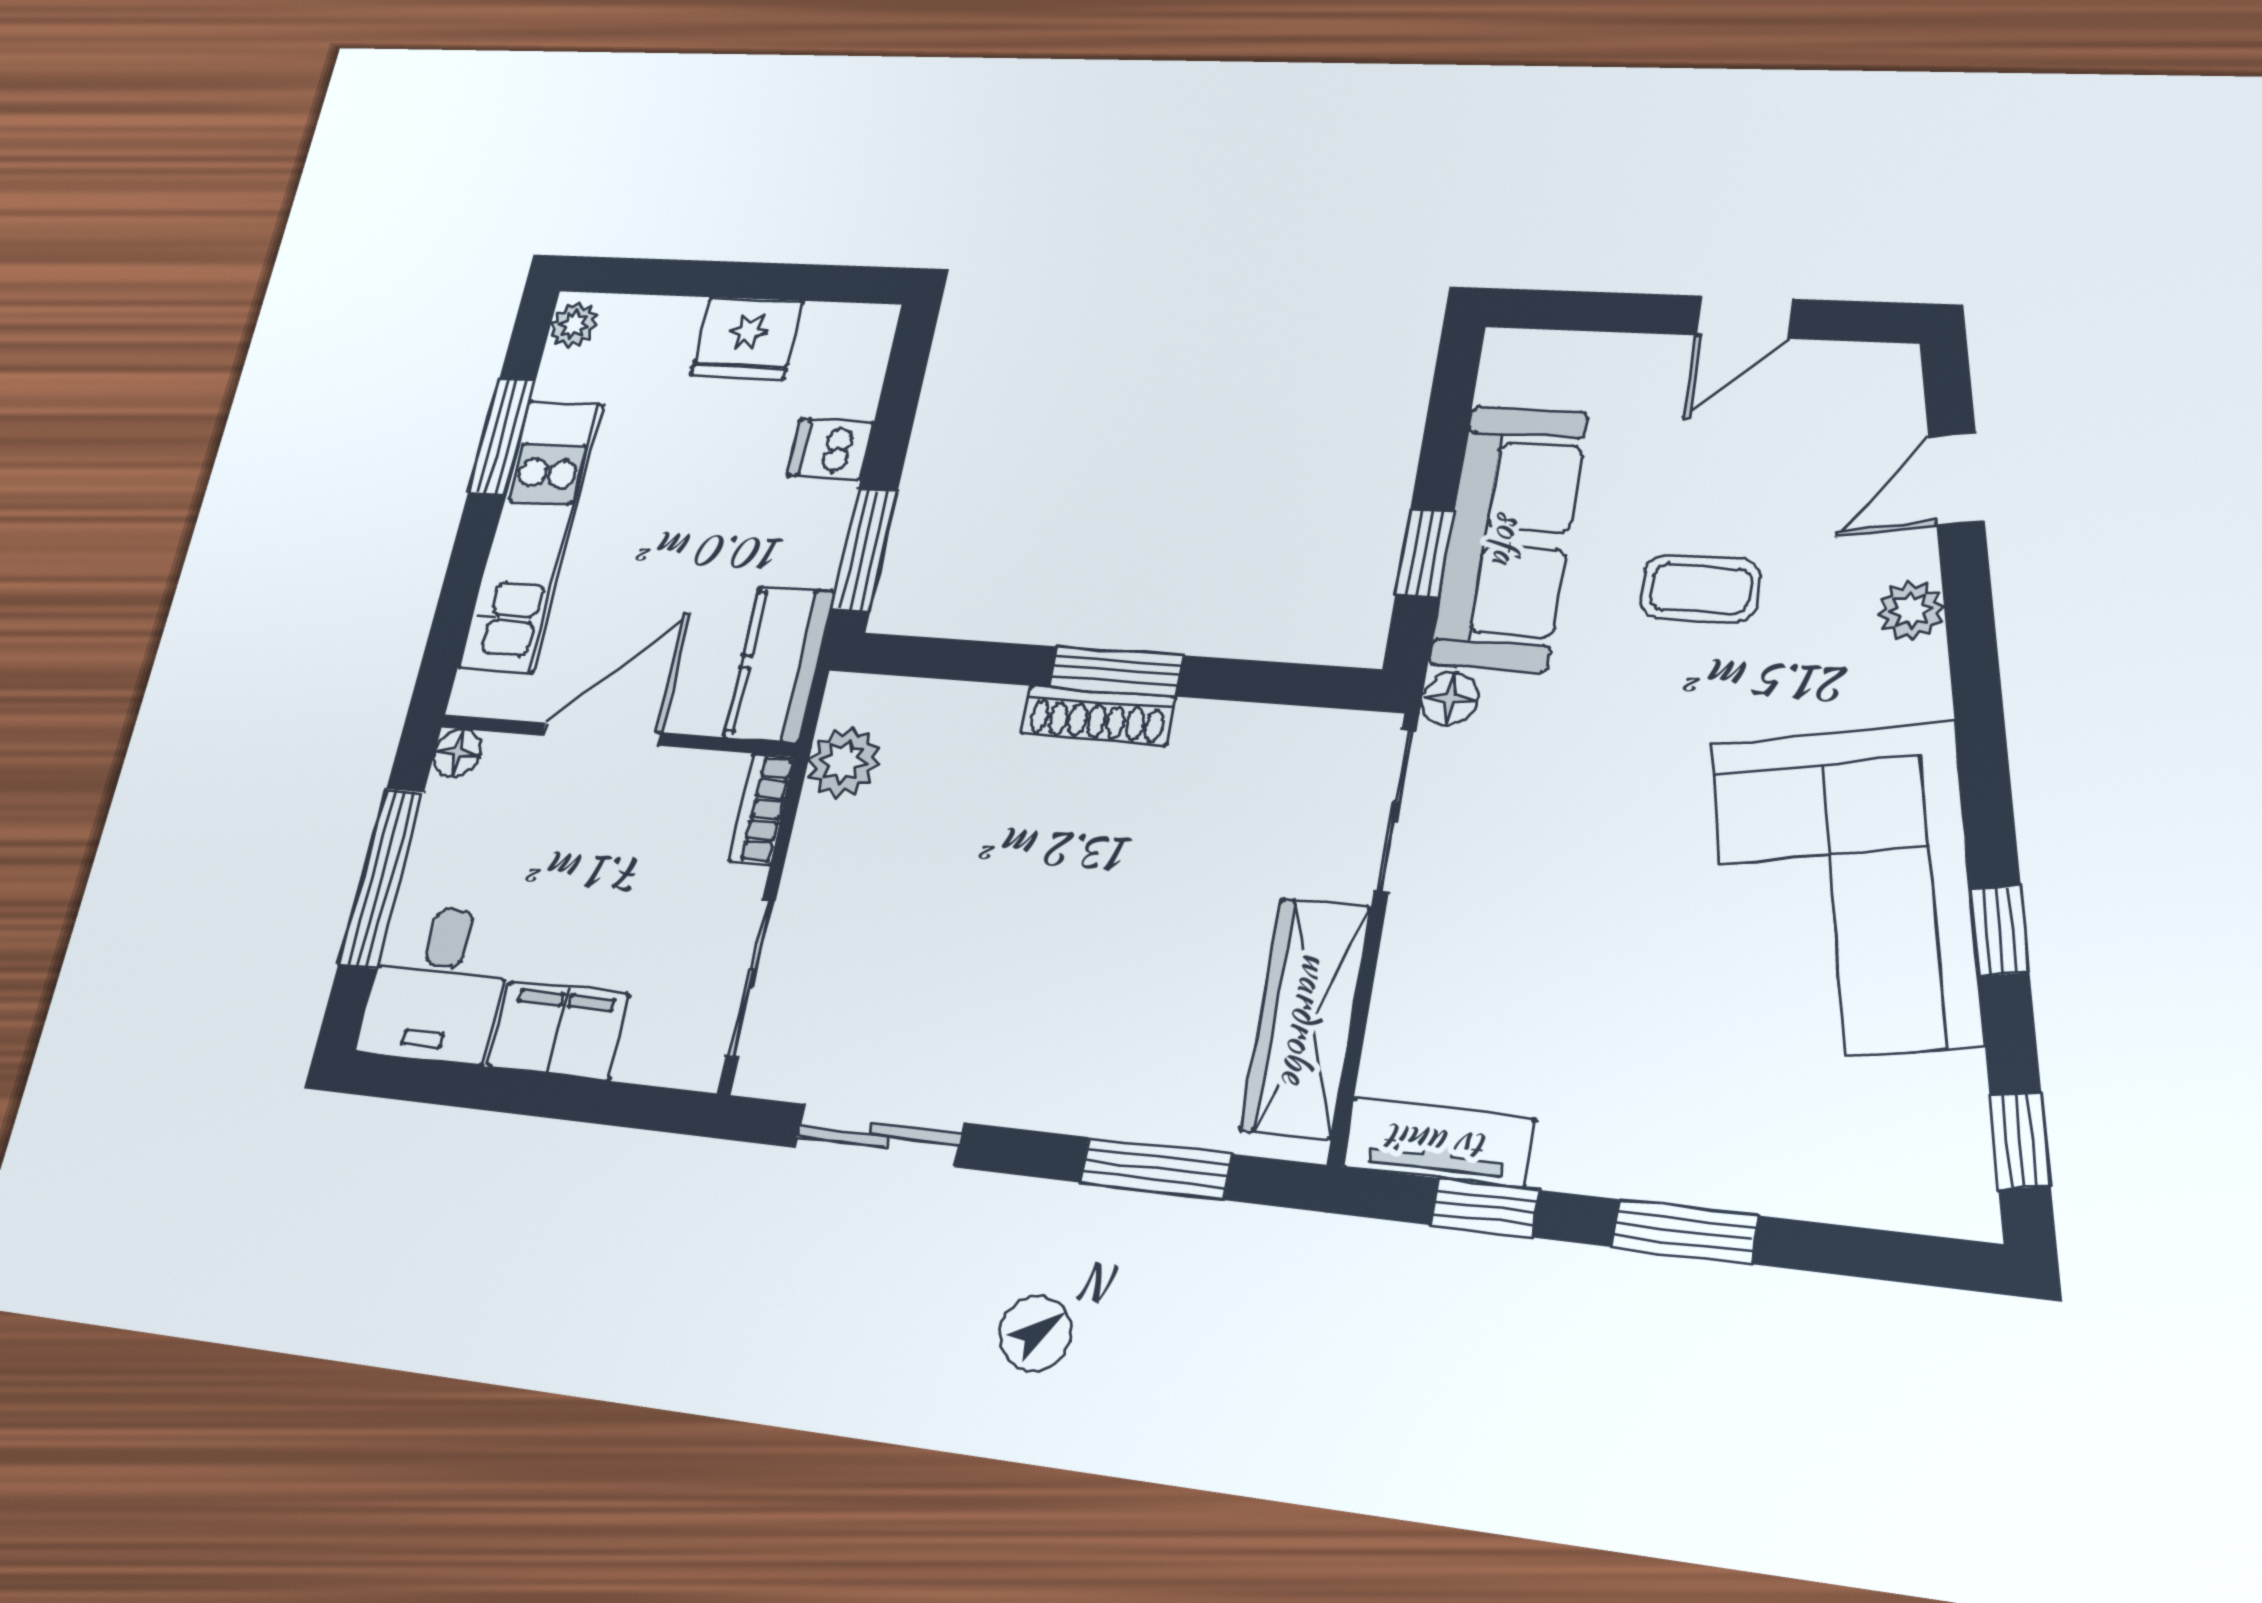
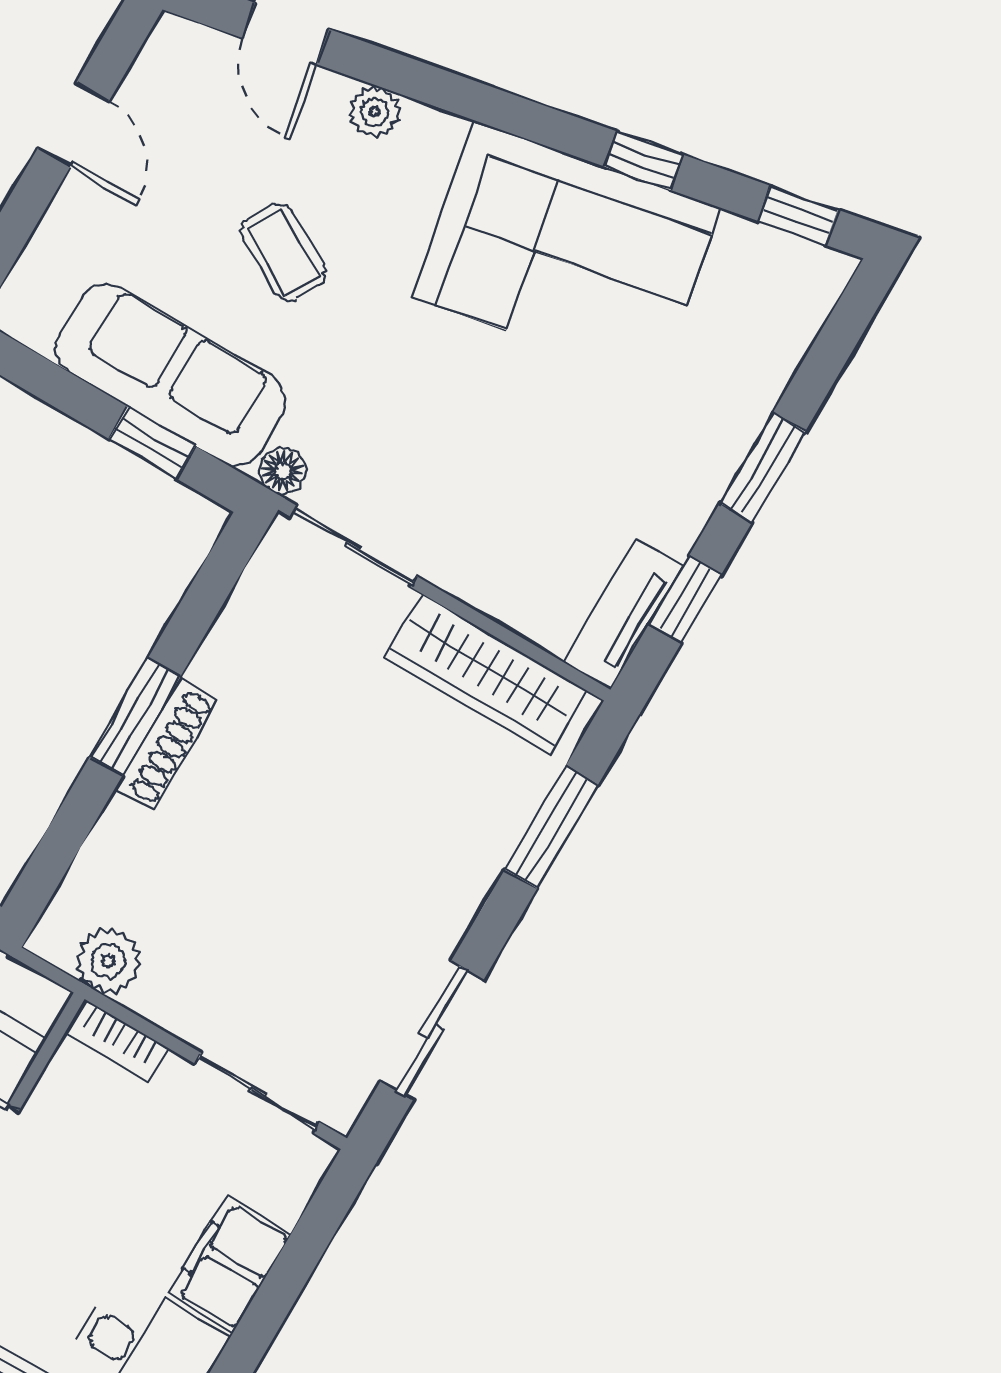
coffee table: (1700, 589) -> (283, 252), turned -61

